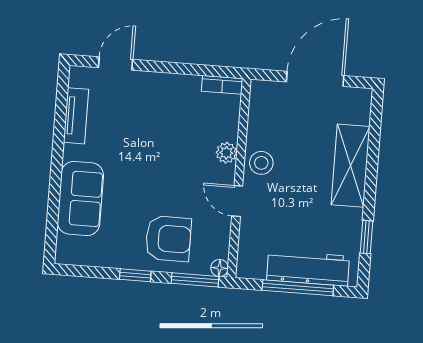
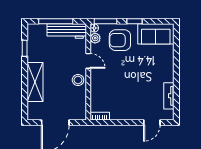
plant: (226, 153) -> (95, 38), moved
sofa: (80, 198) -> (156, 34), moved, turned -90
workbench: (308, 268) -> (67, 31), moved

